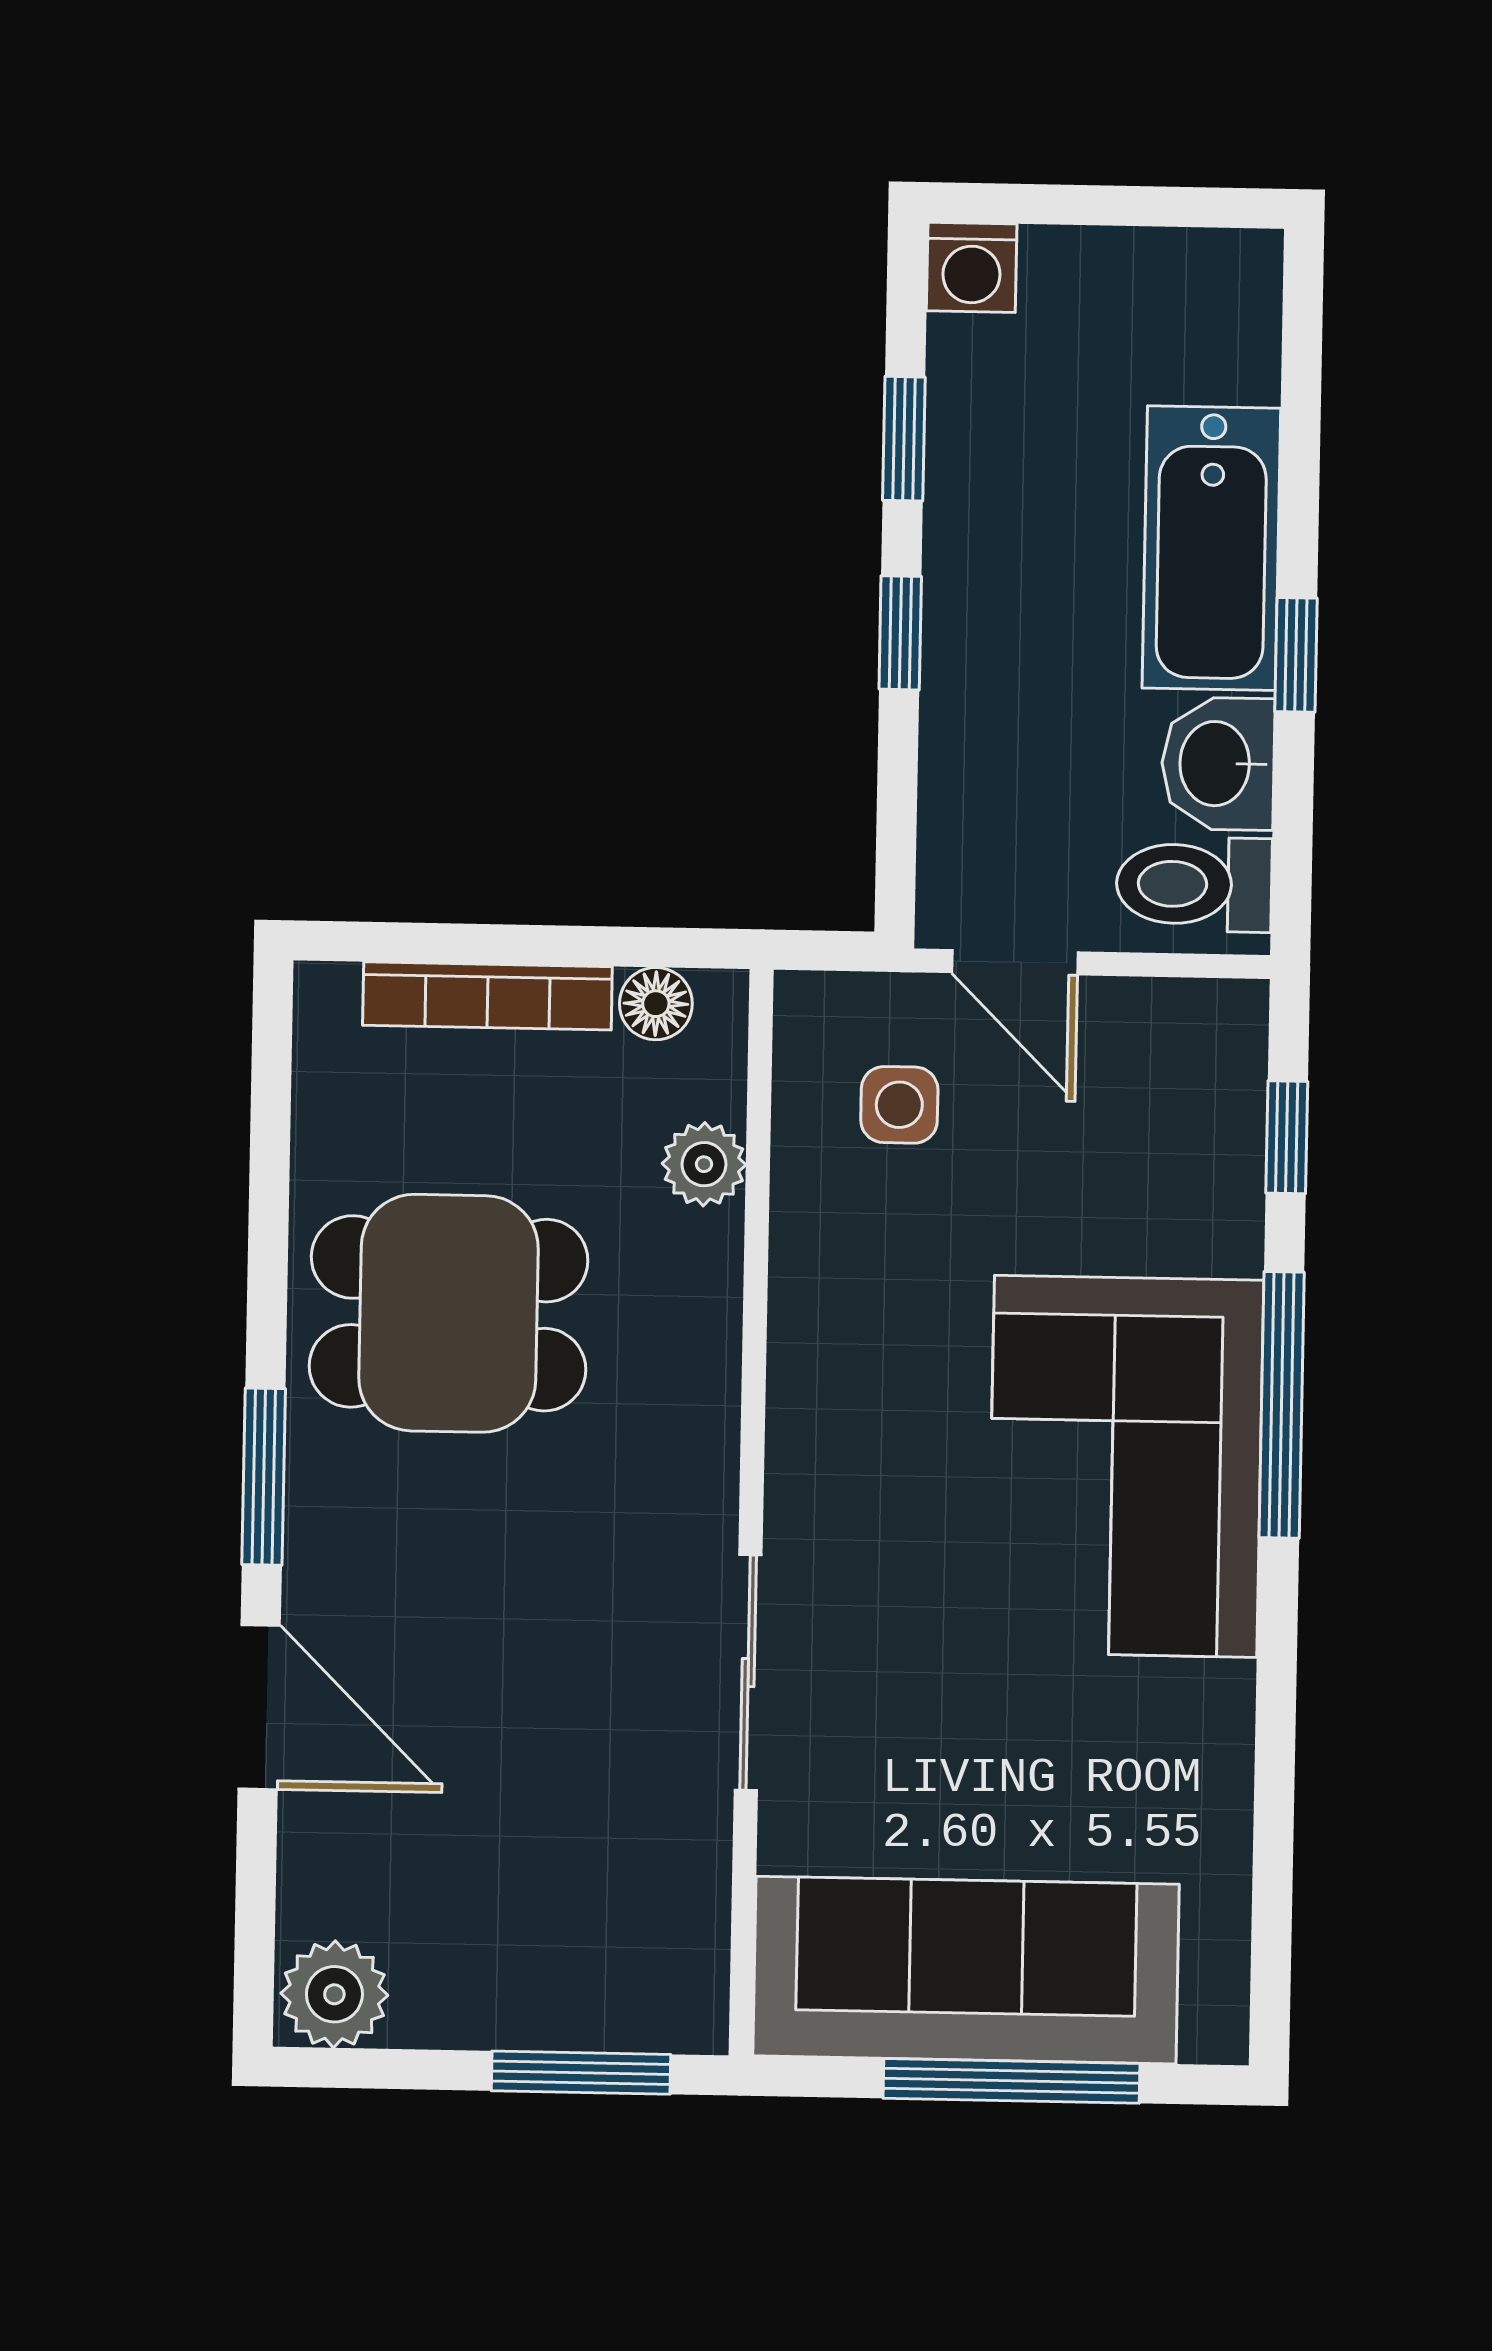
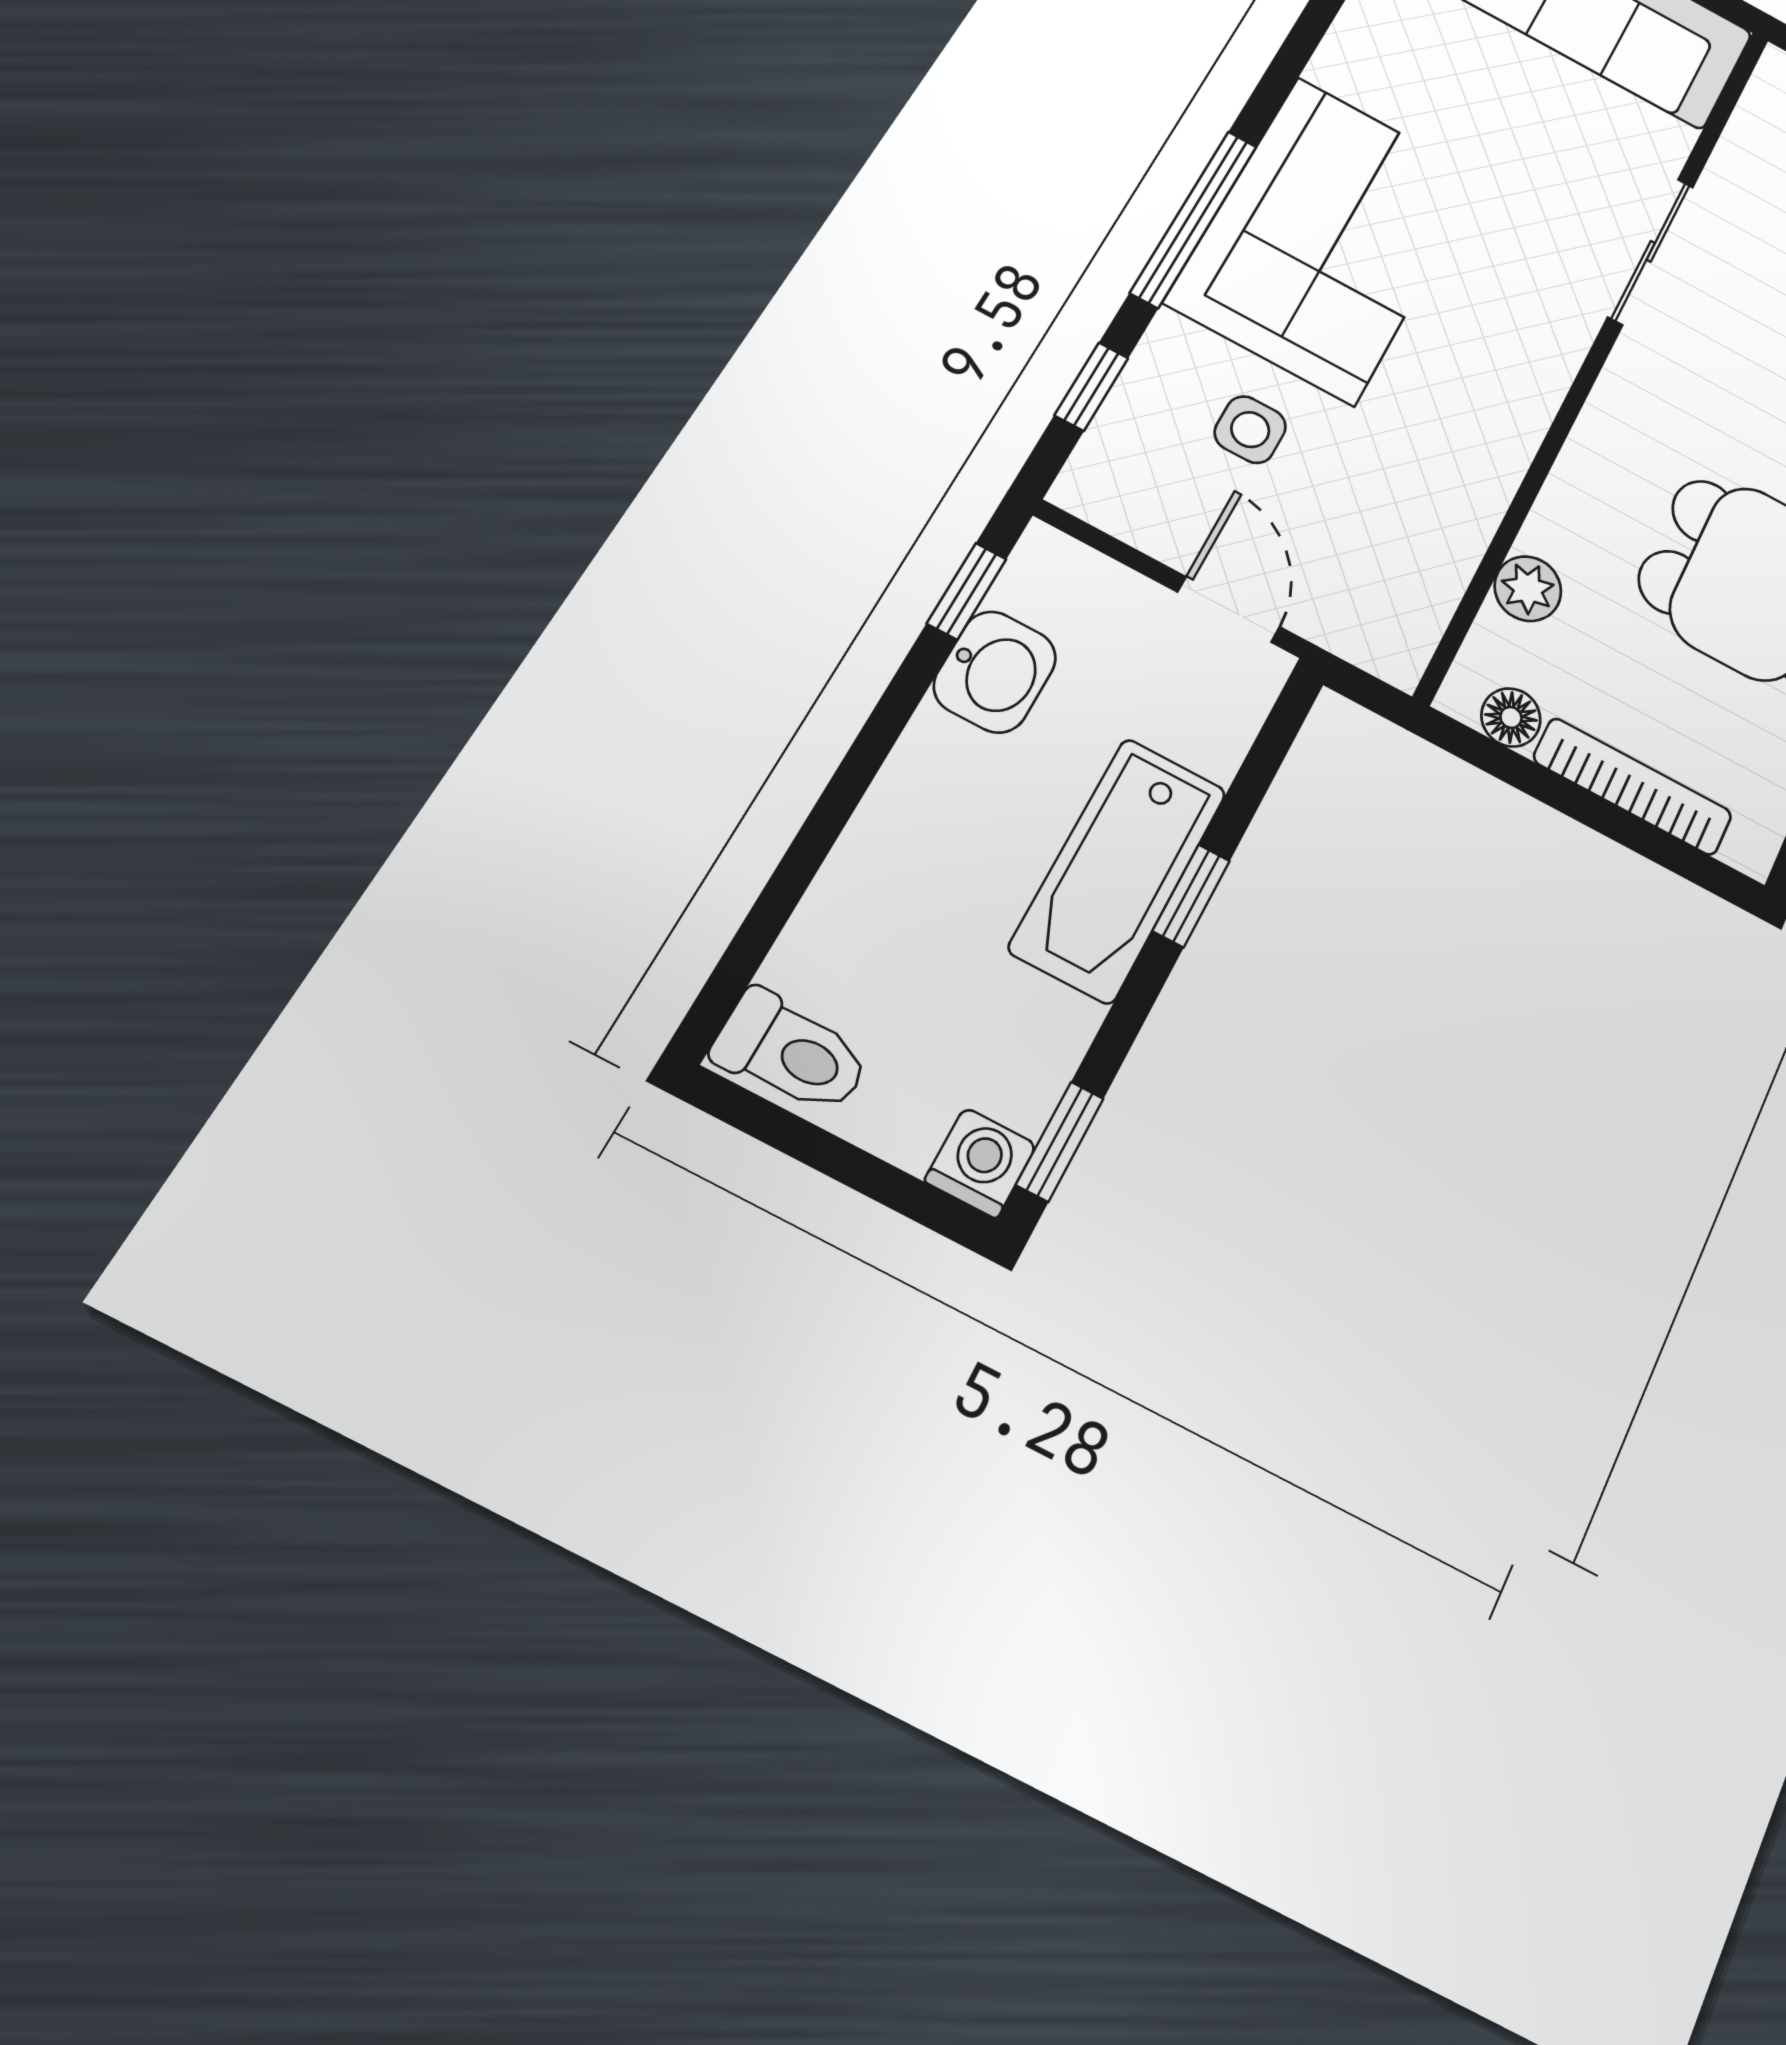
window: (904, 439) -> (1060, 1142), moved
bathtub: (1211, 548) -> (1118, 870), moved, turned 180
window: (1296, 655) -> (967, 591), moved
toilet: (1194, 884) -> (792, 1053), moved
side table: (899, 1105) -> (1250, 430), moved

